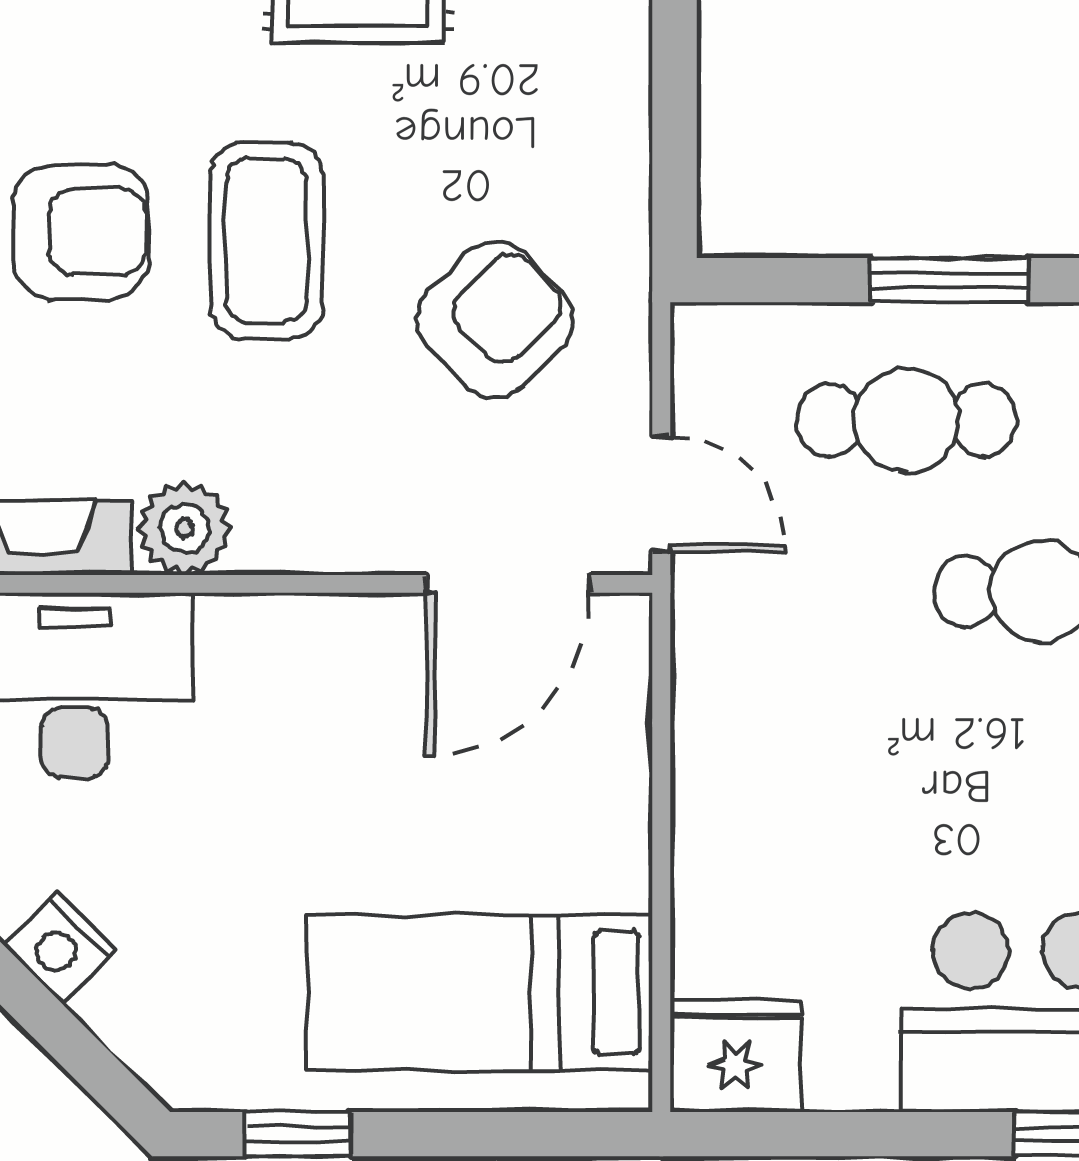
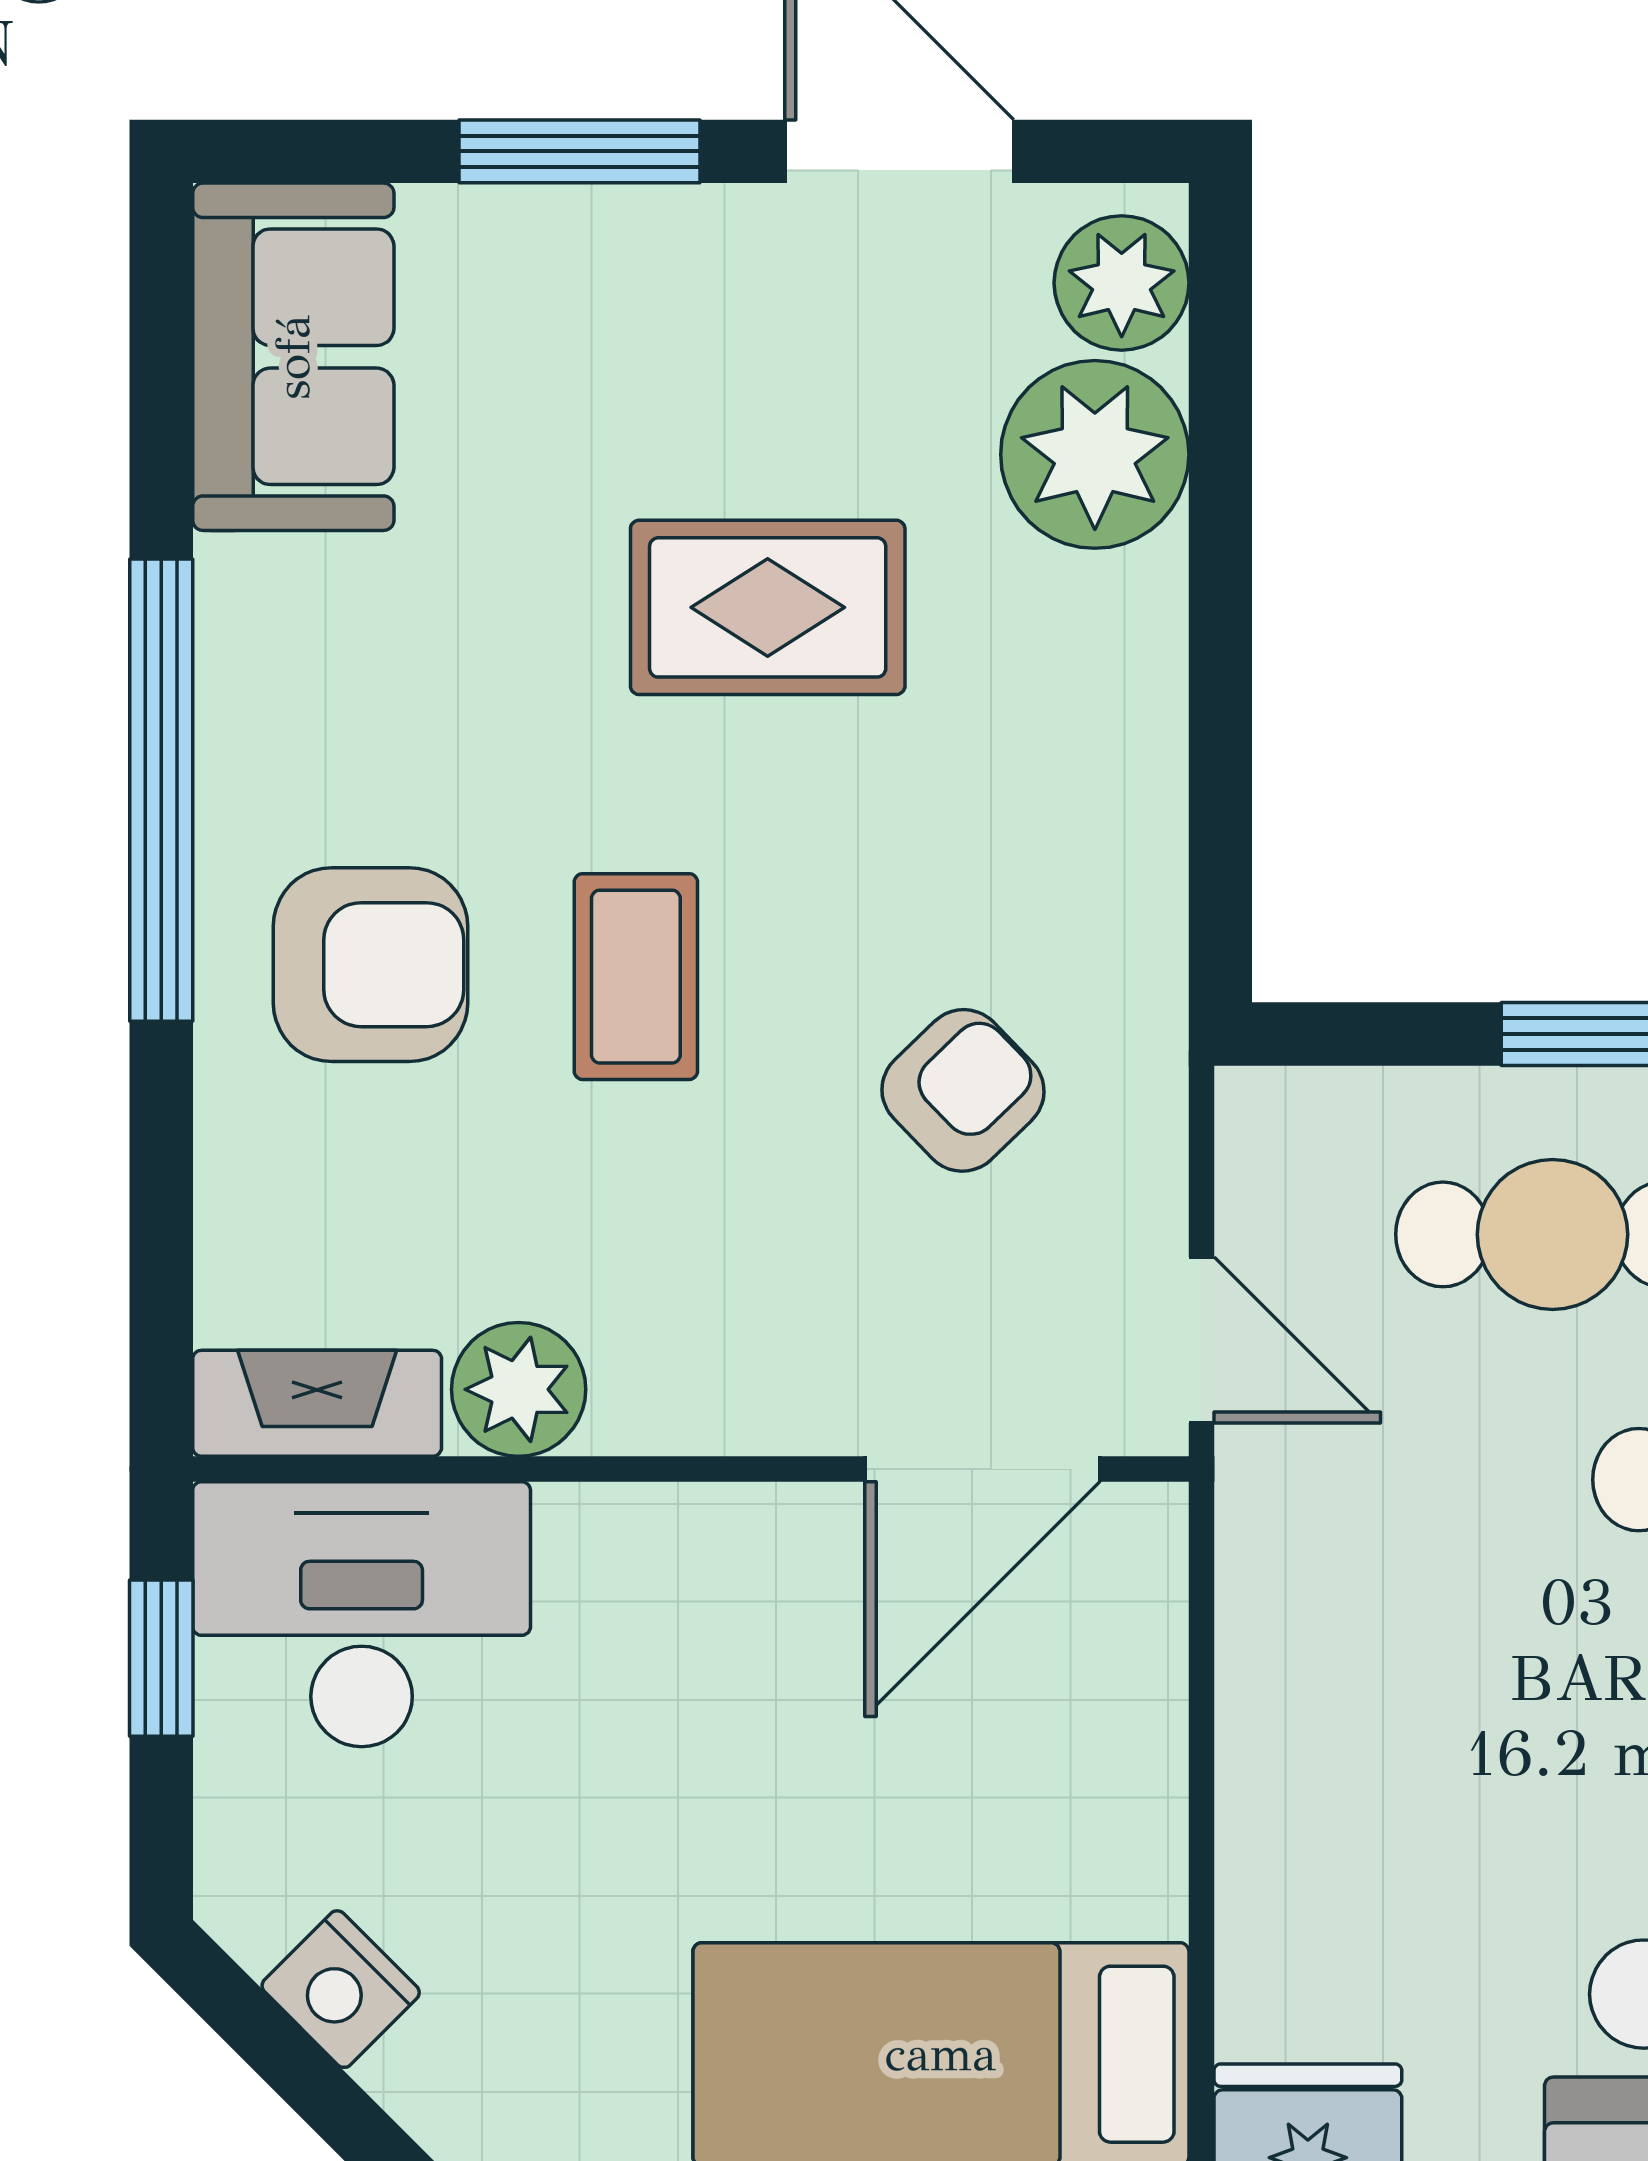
coffee table: (266, 240) -> (636, 977), width x0.73, depth x0.77
armchair: (495, 320) -> (963, 1090), width x0.72, depth x0.72

